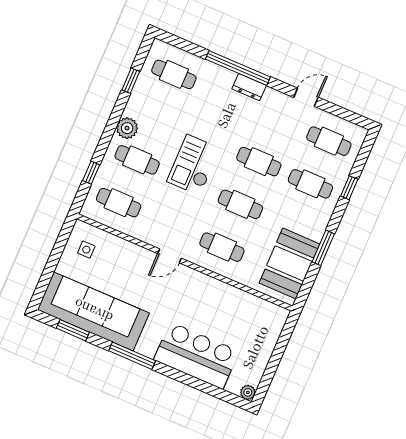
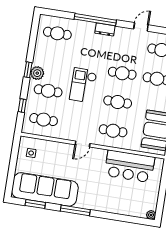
window: (131, 81) -> (28, 70), moved
bar counter: (196, 355) -> (129, 166), moved, turned 180

